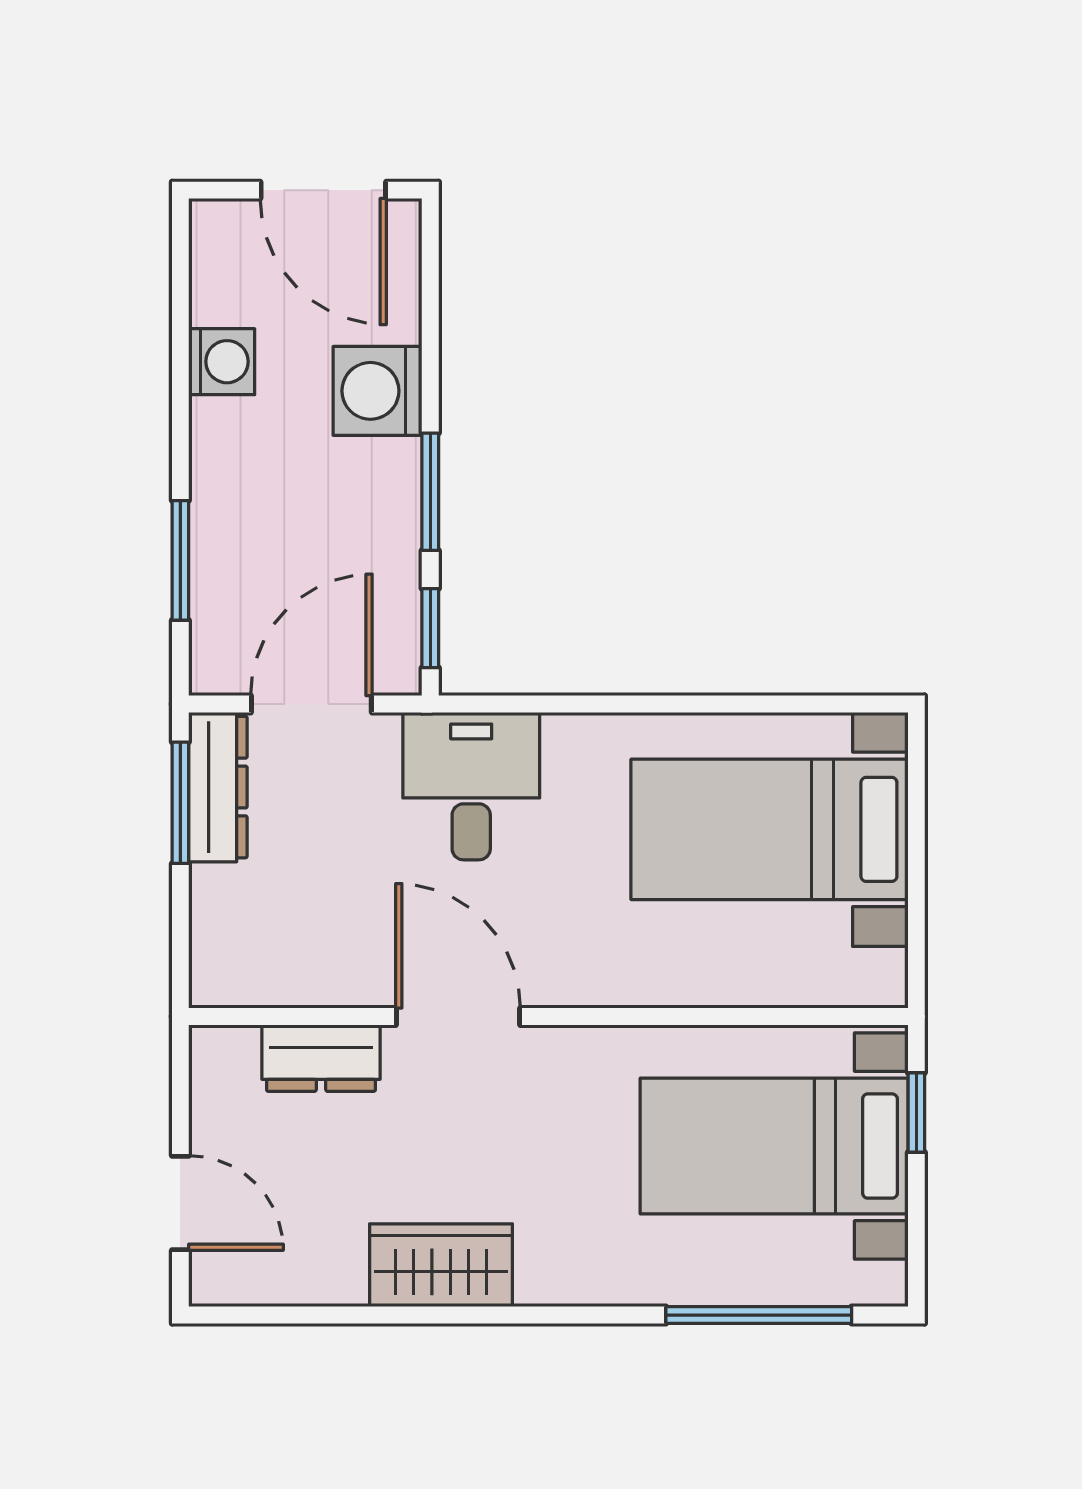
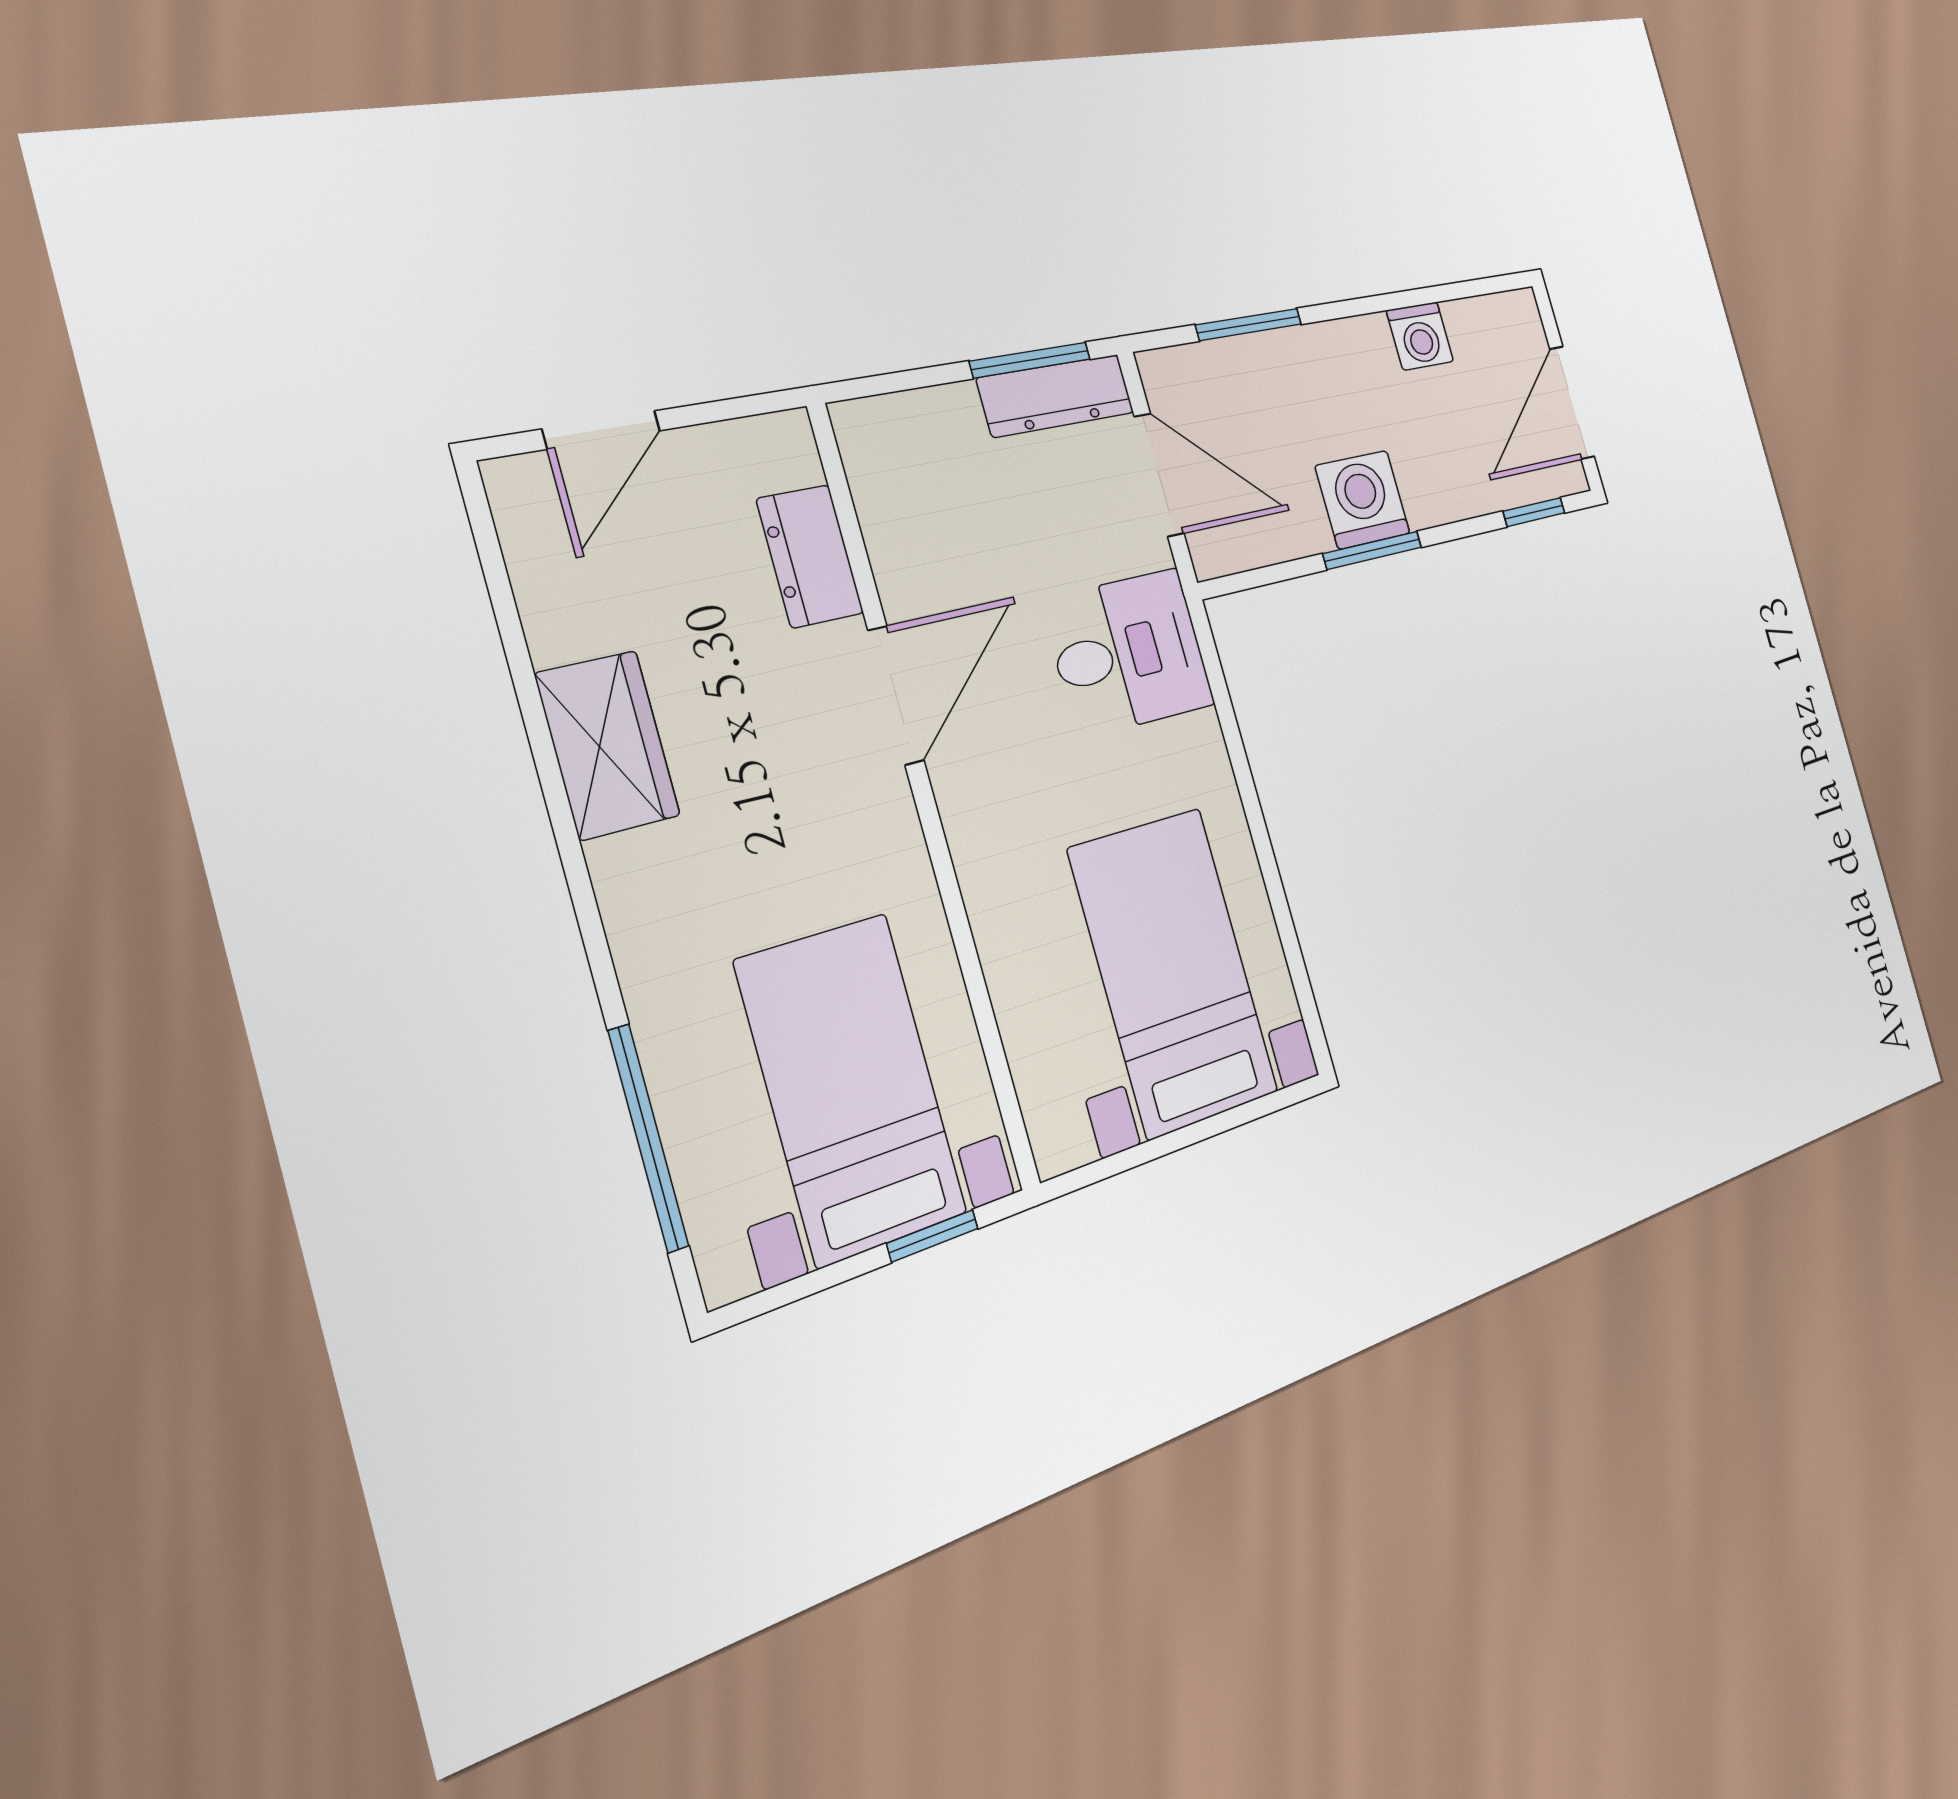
washing machine: (378, 391) -> (1363, 500), moved
window: (430, 628) -> (1534, 512), moved

